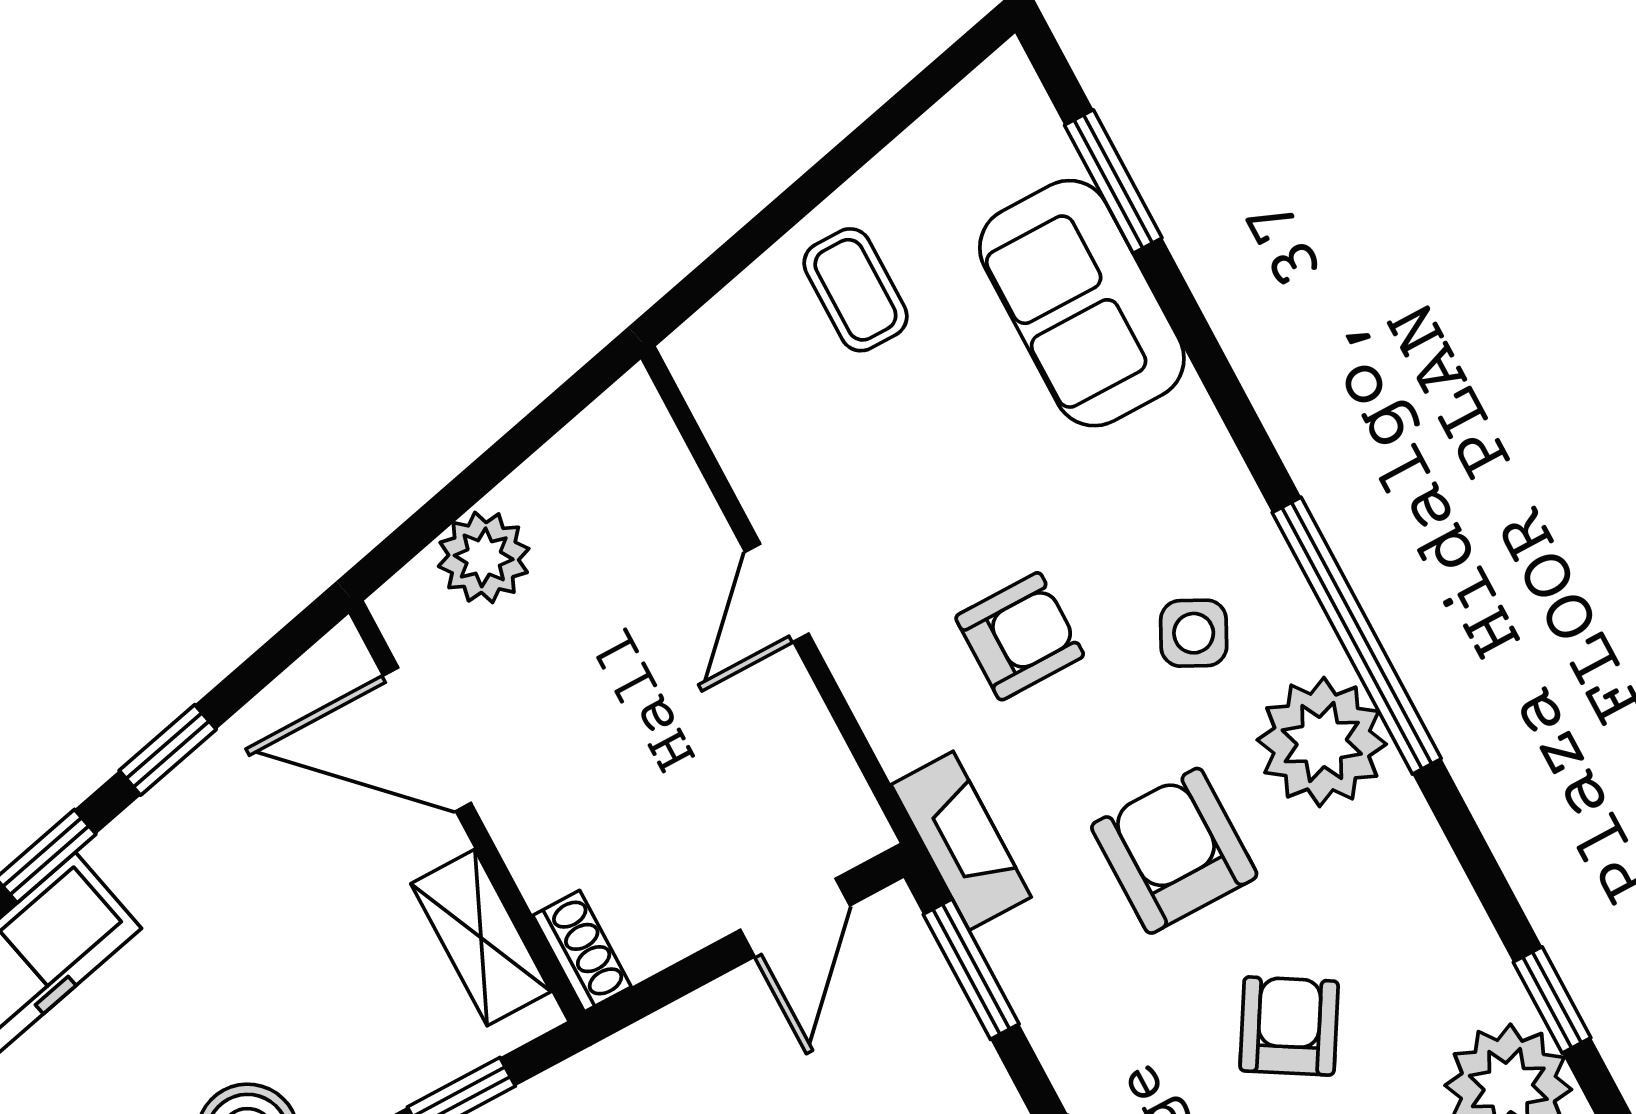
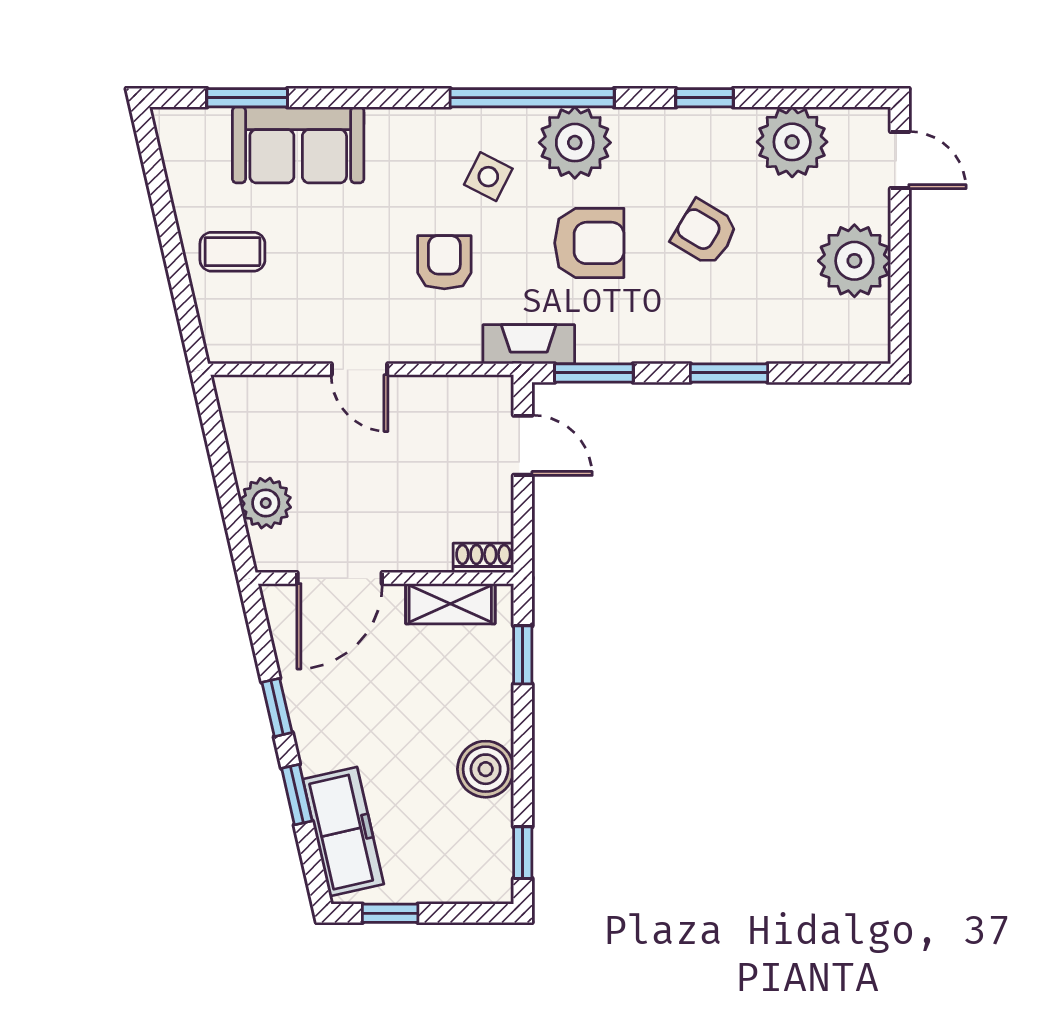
armchair: (1174, 851) -> (589, 243), turned 180
window: (1552, 1000) -> (704, 98), moved

